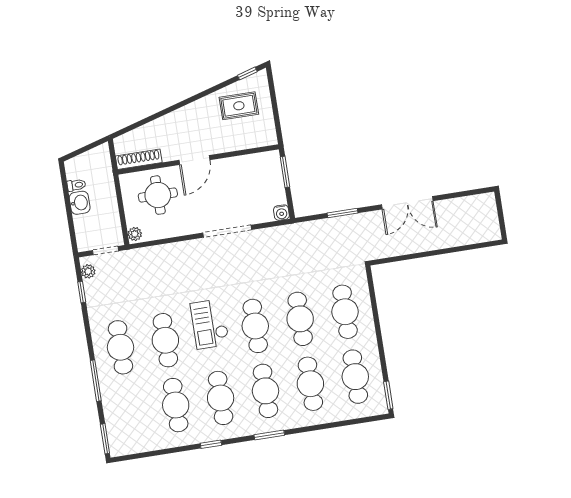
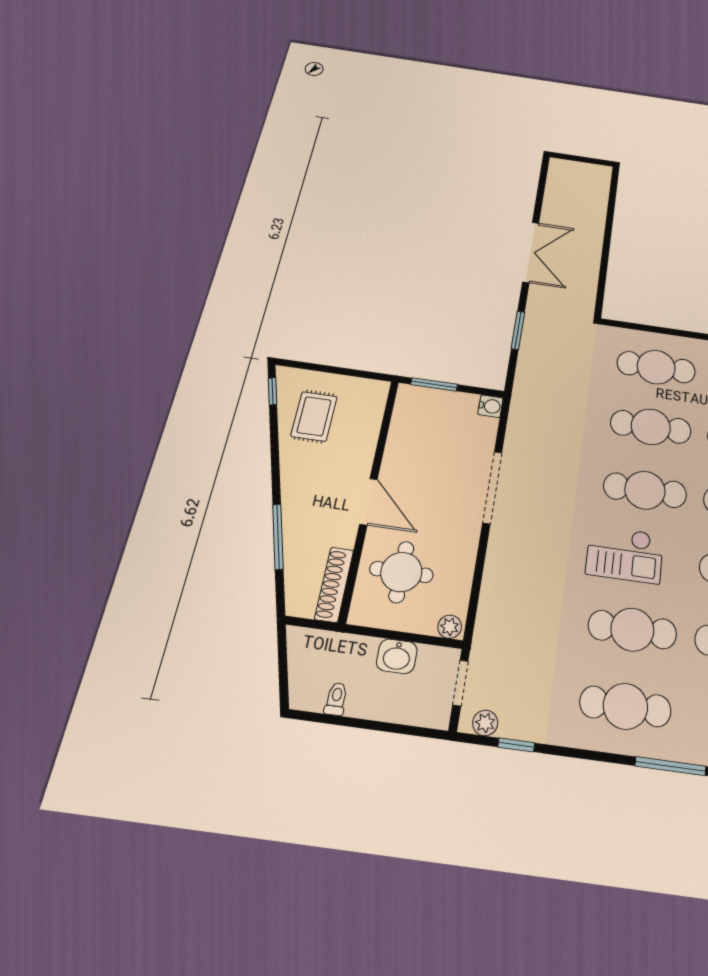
window: (157, 116) -> (278, 537), added
washbasin: (80, 203) -> (397, 656), moved, turned 180

